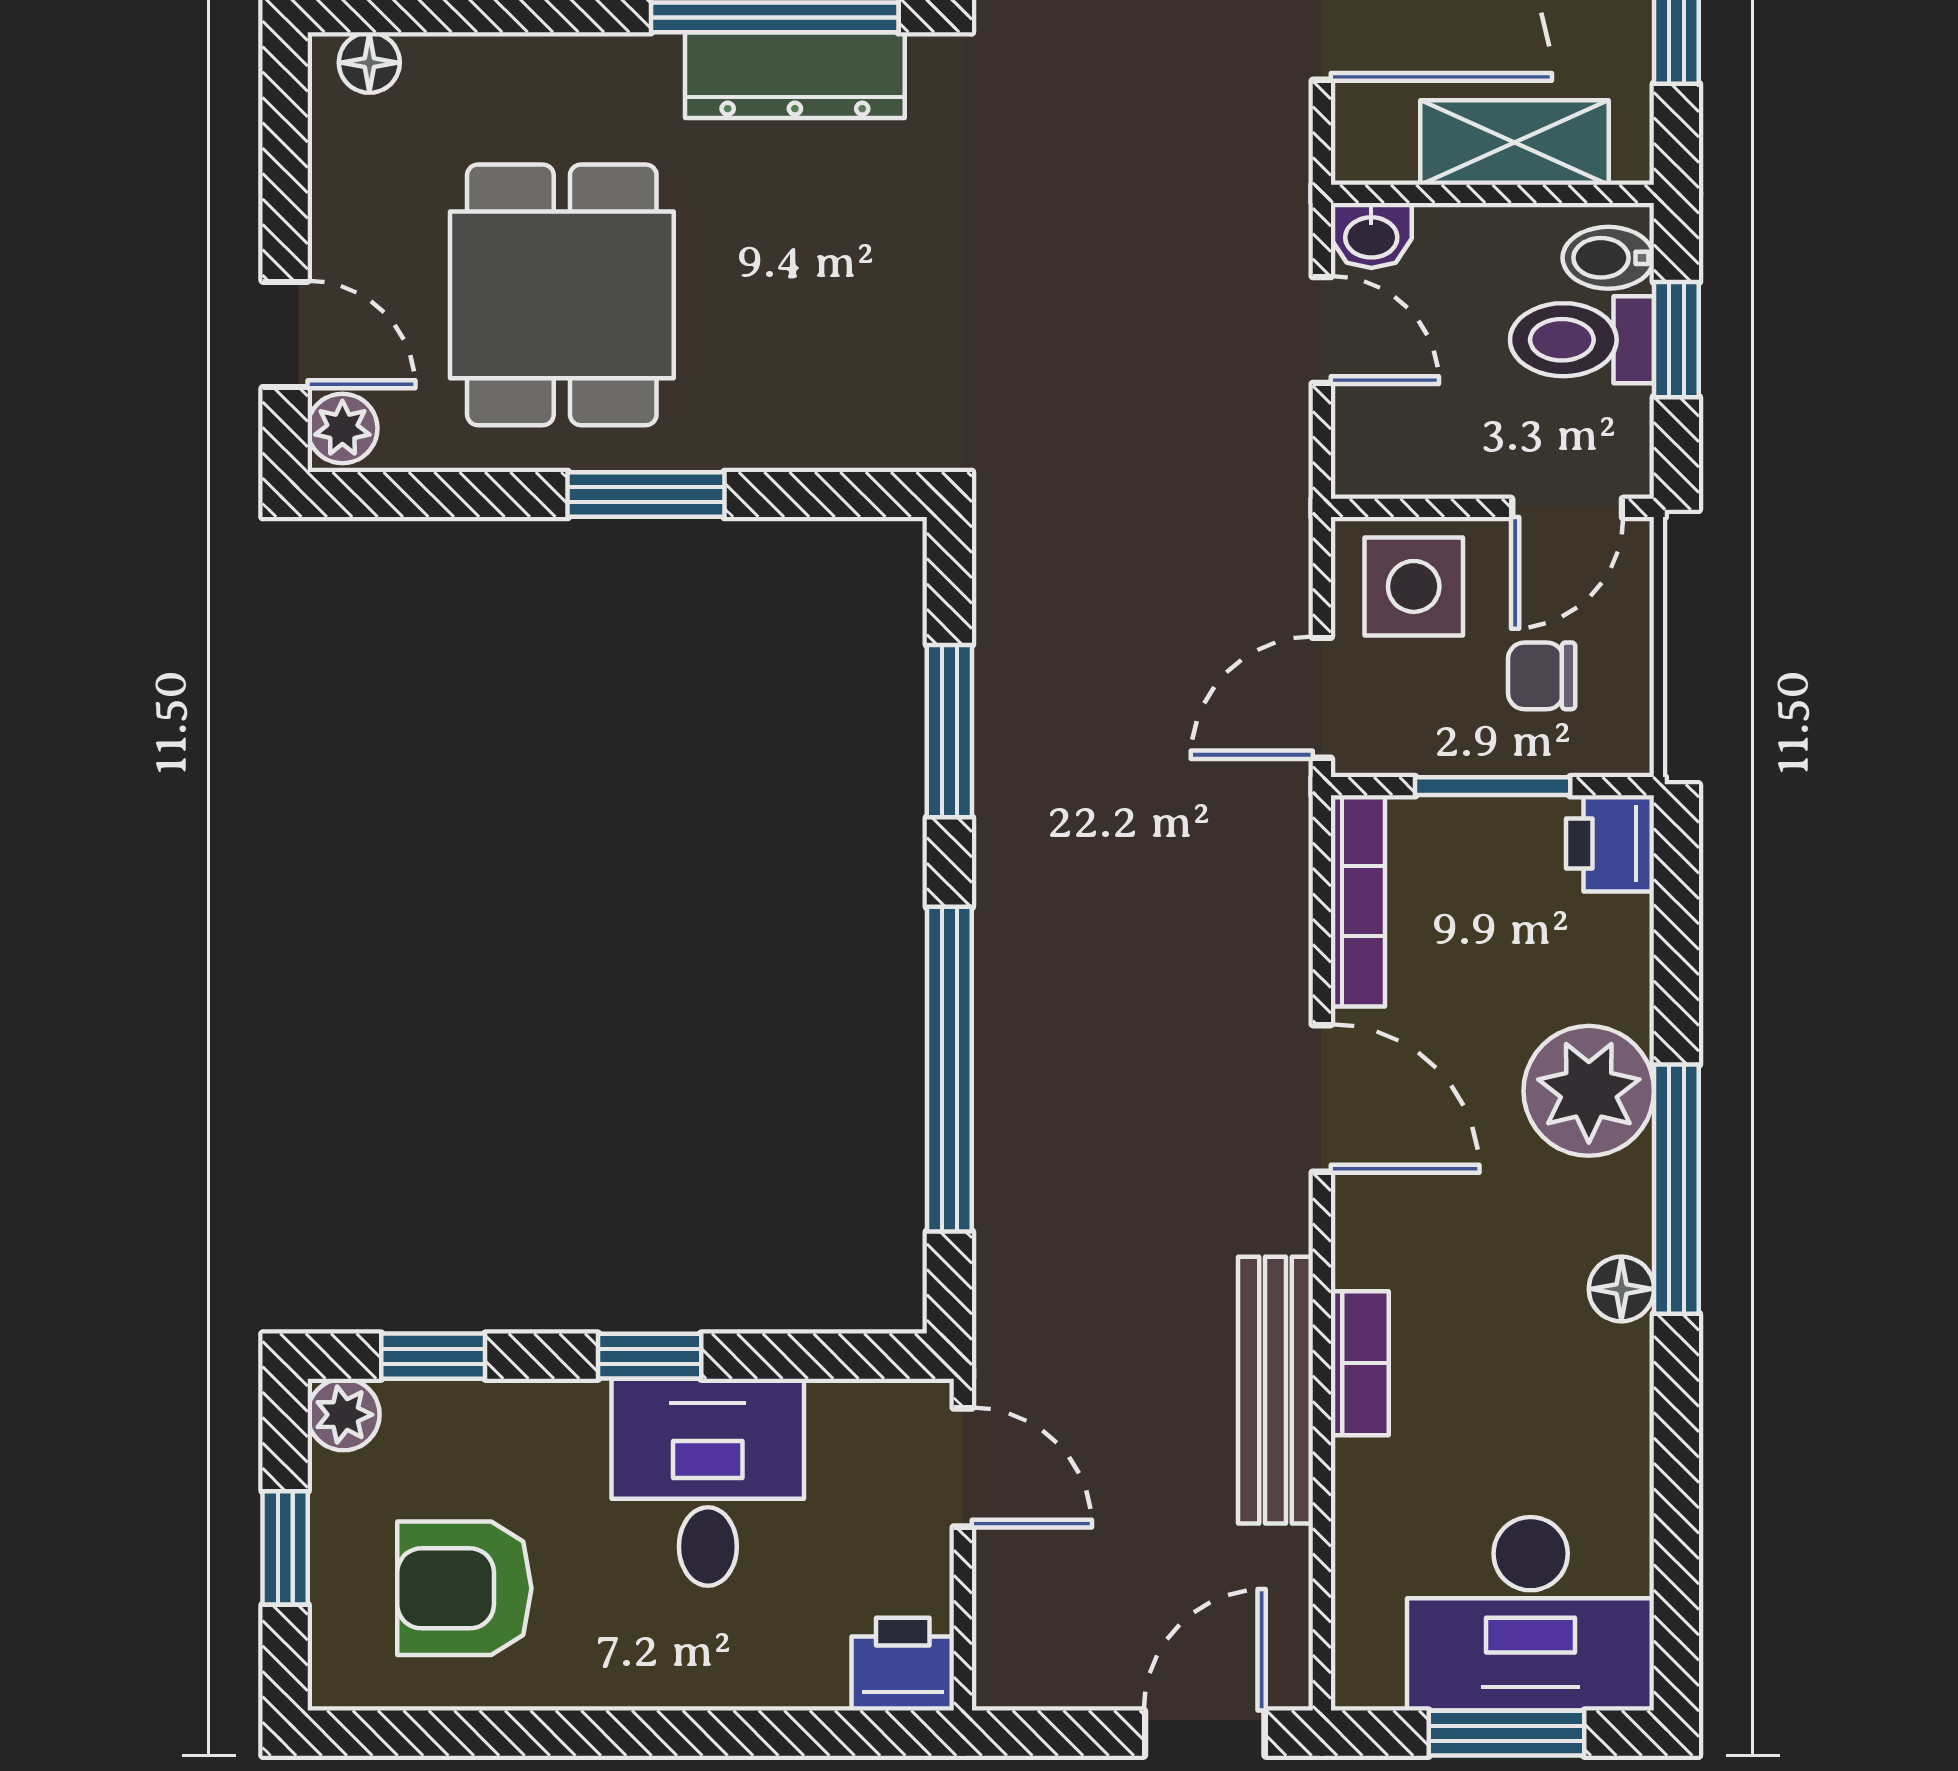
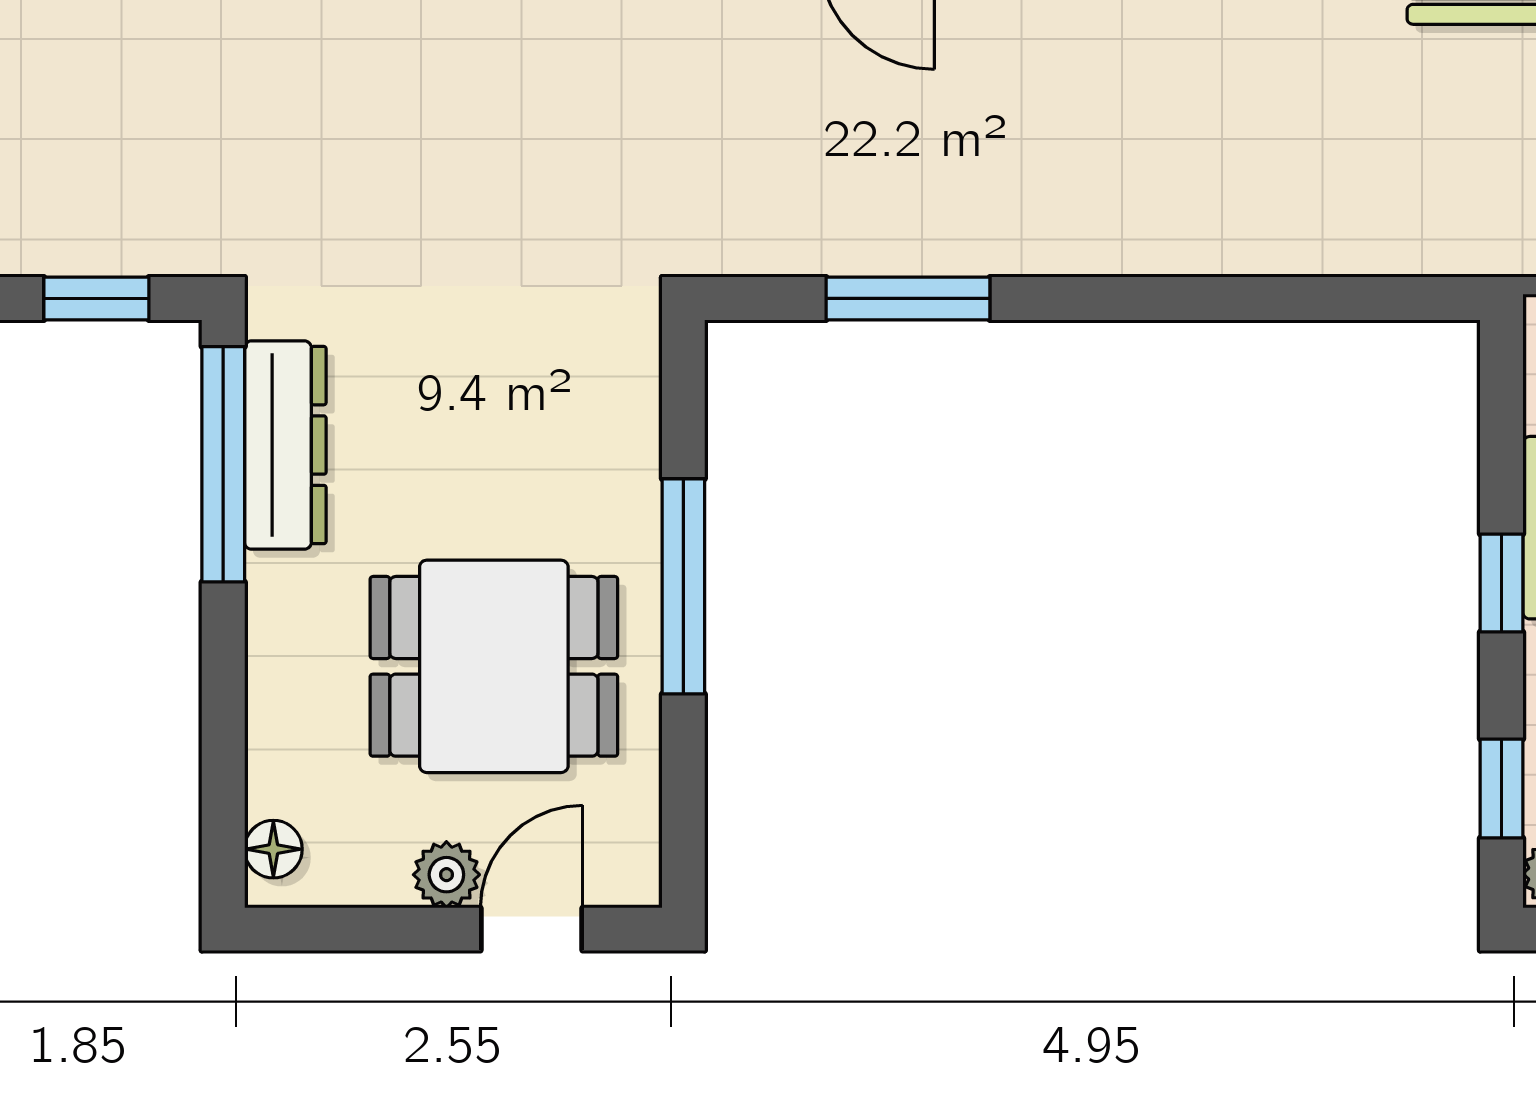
plant: (342, 428) -> (446, 875), moved
window: (646, 494) -> (683, 586), width x1.44
window: (949, 1069) -> (1229, 298), removed

